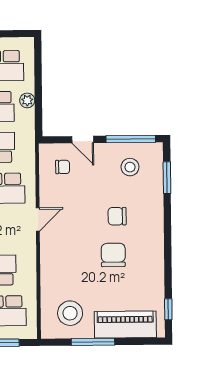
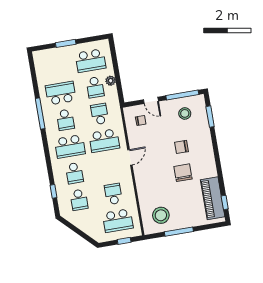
piano: (125, 325) -> (213, 198), moved, turned -90

